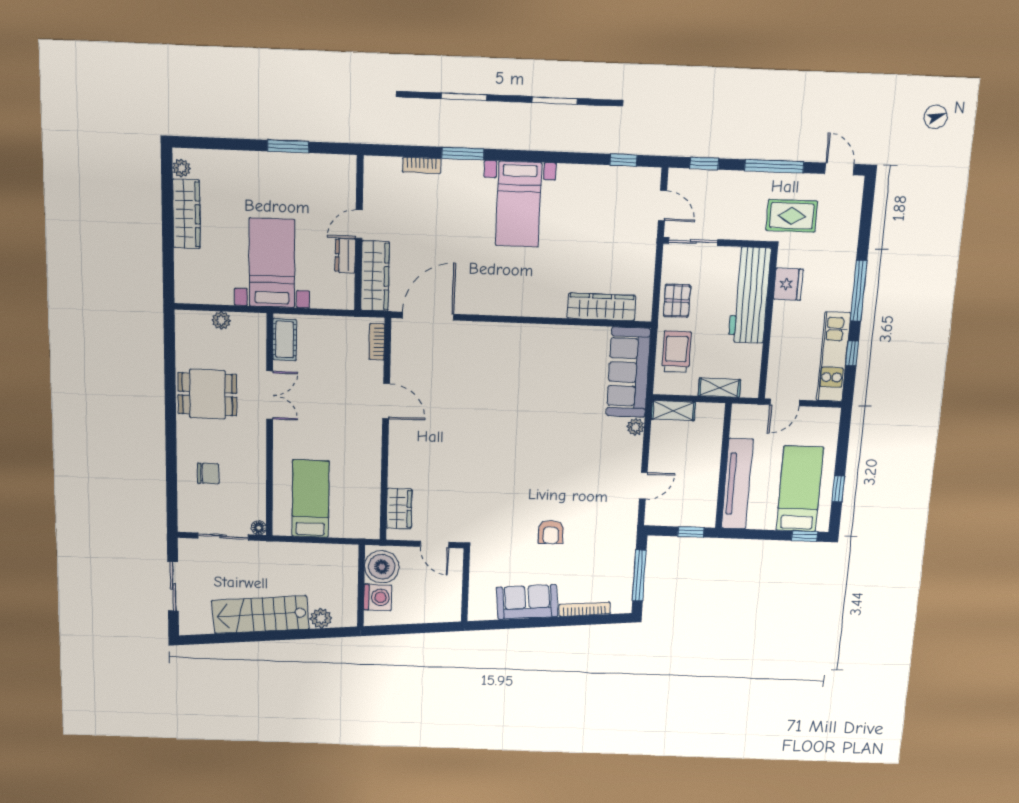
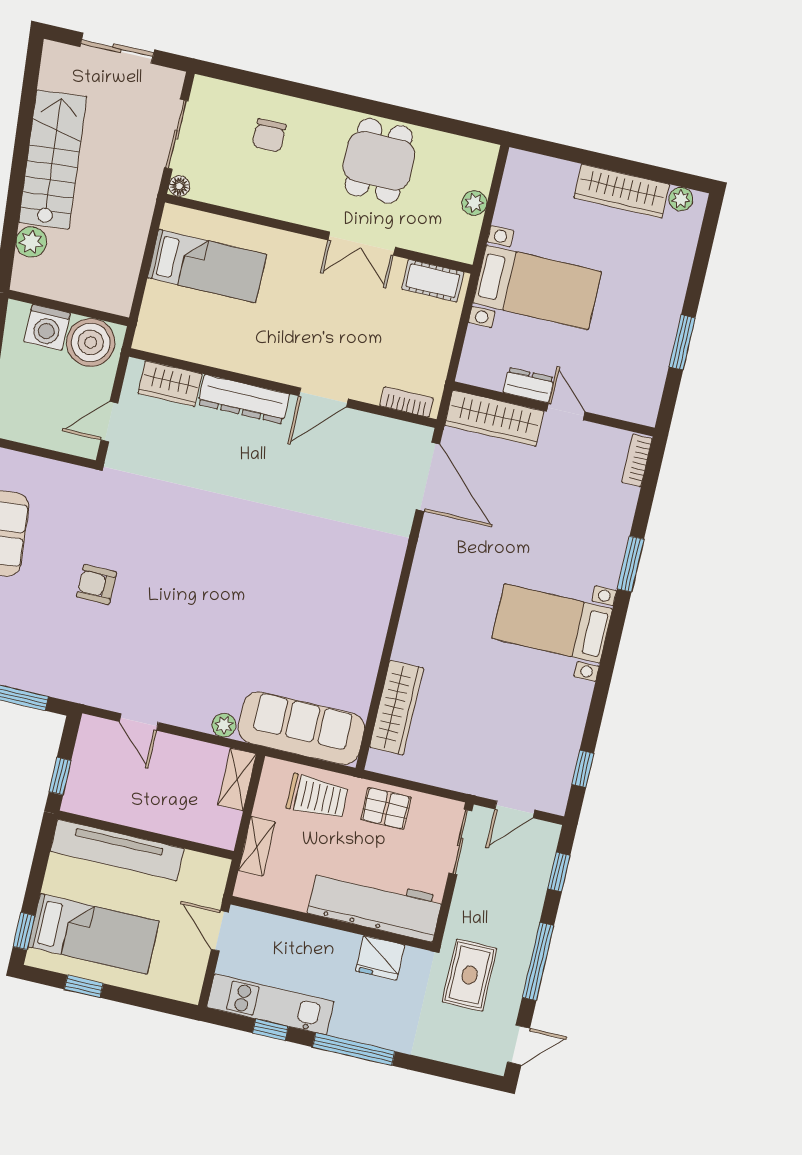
bookcase: (422, 165) -> (637, 460), moved
dresser: (399, 456) -> (244, 399), added

